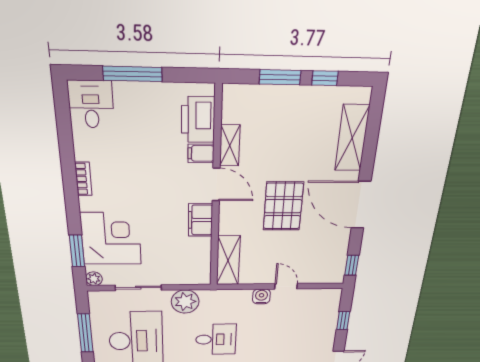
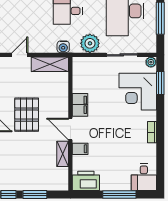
printer: (198, 120) -> (86, 181), moved, turned -90
shelving: (228, 260) -> (50, 64), moved, turned 90
door: (286, 286) -> (20, 55), swing flipped
water cooler: (261, 296) -> (63, 47), moved

